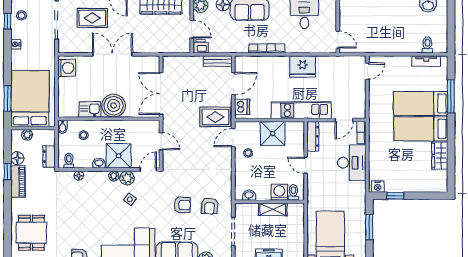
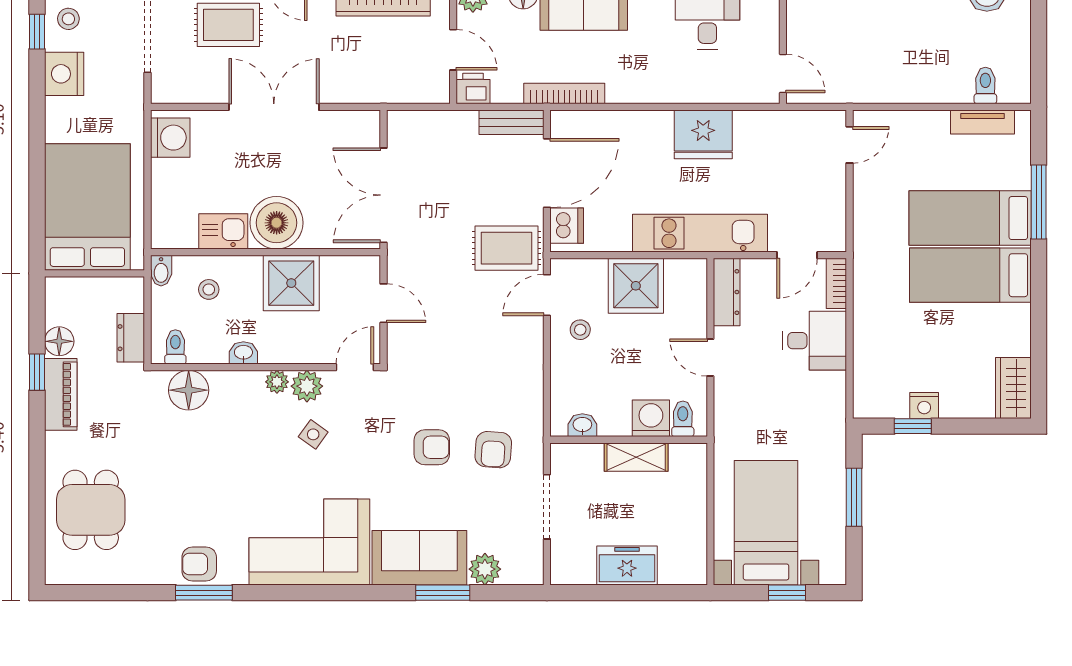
nightstand: (16, 44) -> (64, 74), width x1.89, depth x1.79
bookcase: (267, 48) -> (564, 94), moved
door: (233, 84) -> (547, 173), width x1.36
window: (8, 98) -> (37, 206), removed
plant: (27, 135) -> (81, 289), removed
shower: (119, 156) -> (291, 283), moved
wardrobe: (440, 156) -> (1013, 388), moved
desk: (352, 163) -> (815, 341), width x0.73
floor lamp: (79, 176) -> (189, 390), width x1.89, depth x1.89
nightstand: (378, 187) -> (924, 405), moved

